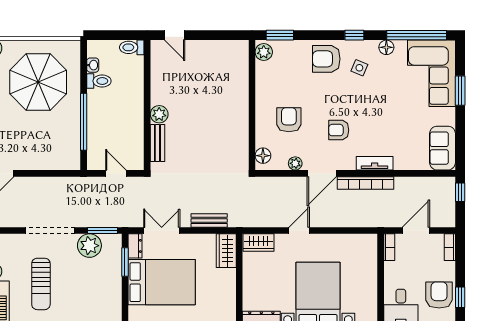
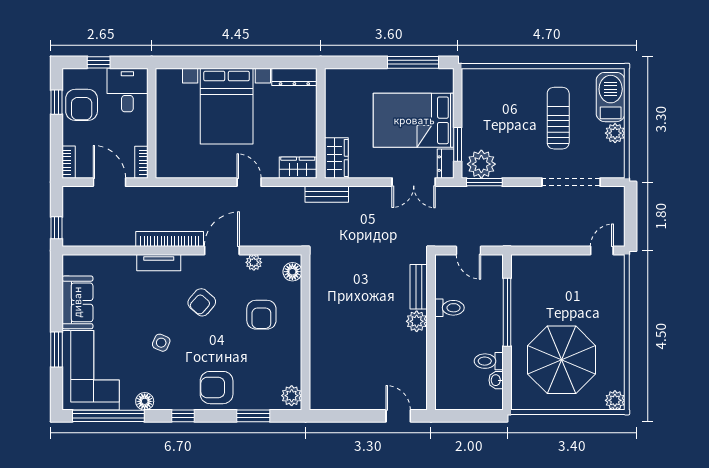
window: (280, 35) -> (253, 416), moved
toilet: (132, 47) -> (449, 308), moved
armchair: (326, 59) -> (217, 388), turned 180
side table: (359, 68) -> (161, 343), moved
armchair: (339, 130) -> (202, 302), turned 131
sofa: (442, 148) -> (77, 302), moved
bench: (209, 220) -> (327, 194), moved
doorway: (50, 231) -> (571, 182), moved
door: (299, 231) -> (249, 182), swing flipped
door: (416, 231) -> (109, 182), swing flipped
plant: (89, 246) -> (481, 164), moved

